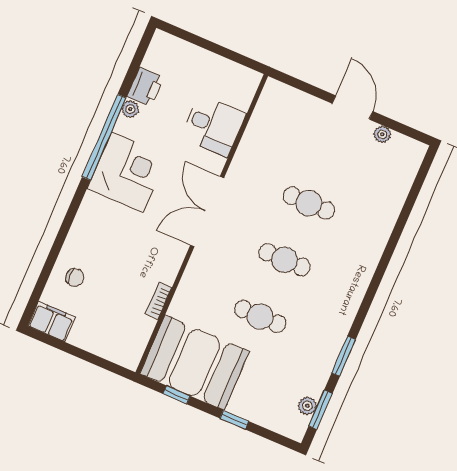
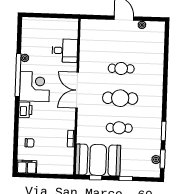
printer: (145, 87) -> (25, 110), moved
cafe table: (285, 260) -> (120, 98), width x1.37, depth x1.35

